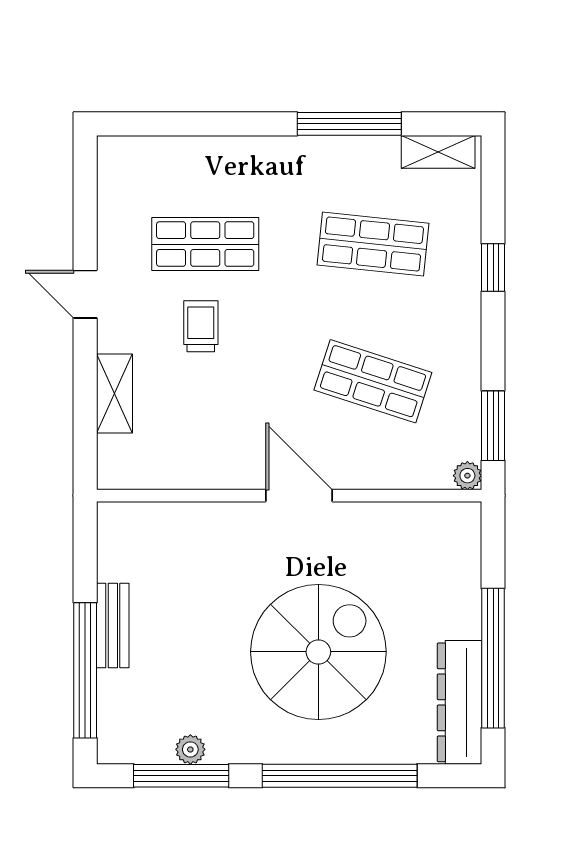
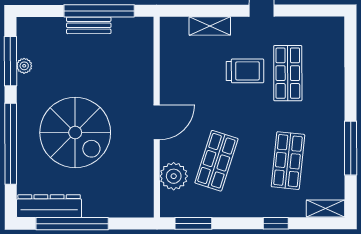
shelving: (438, 152) -> (326, 209), moved, turned 90
trolley: (201, 326) -> (245, 71), width x1.36, depth x1.39
plant: (467, 476) -> (174, 176), moved, width x1.87, depth x1.87
window: (85, 670) -> (99, 11), moved

